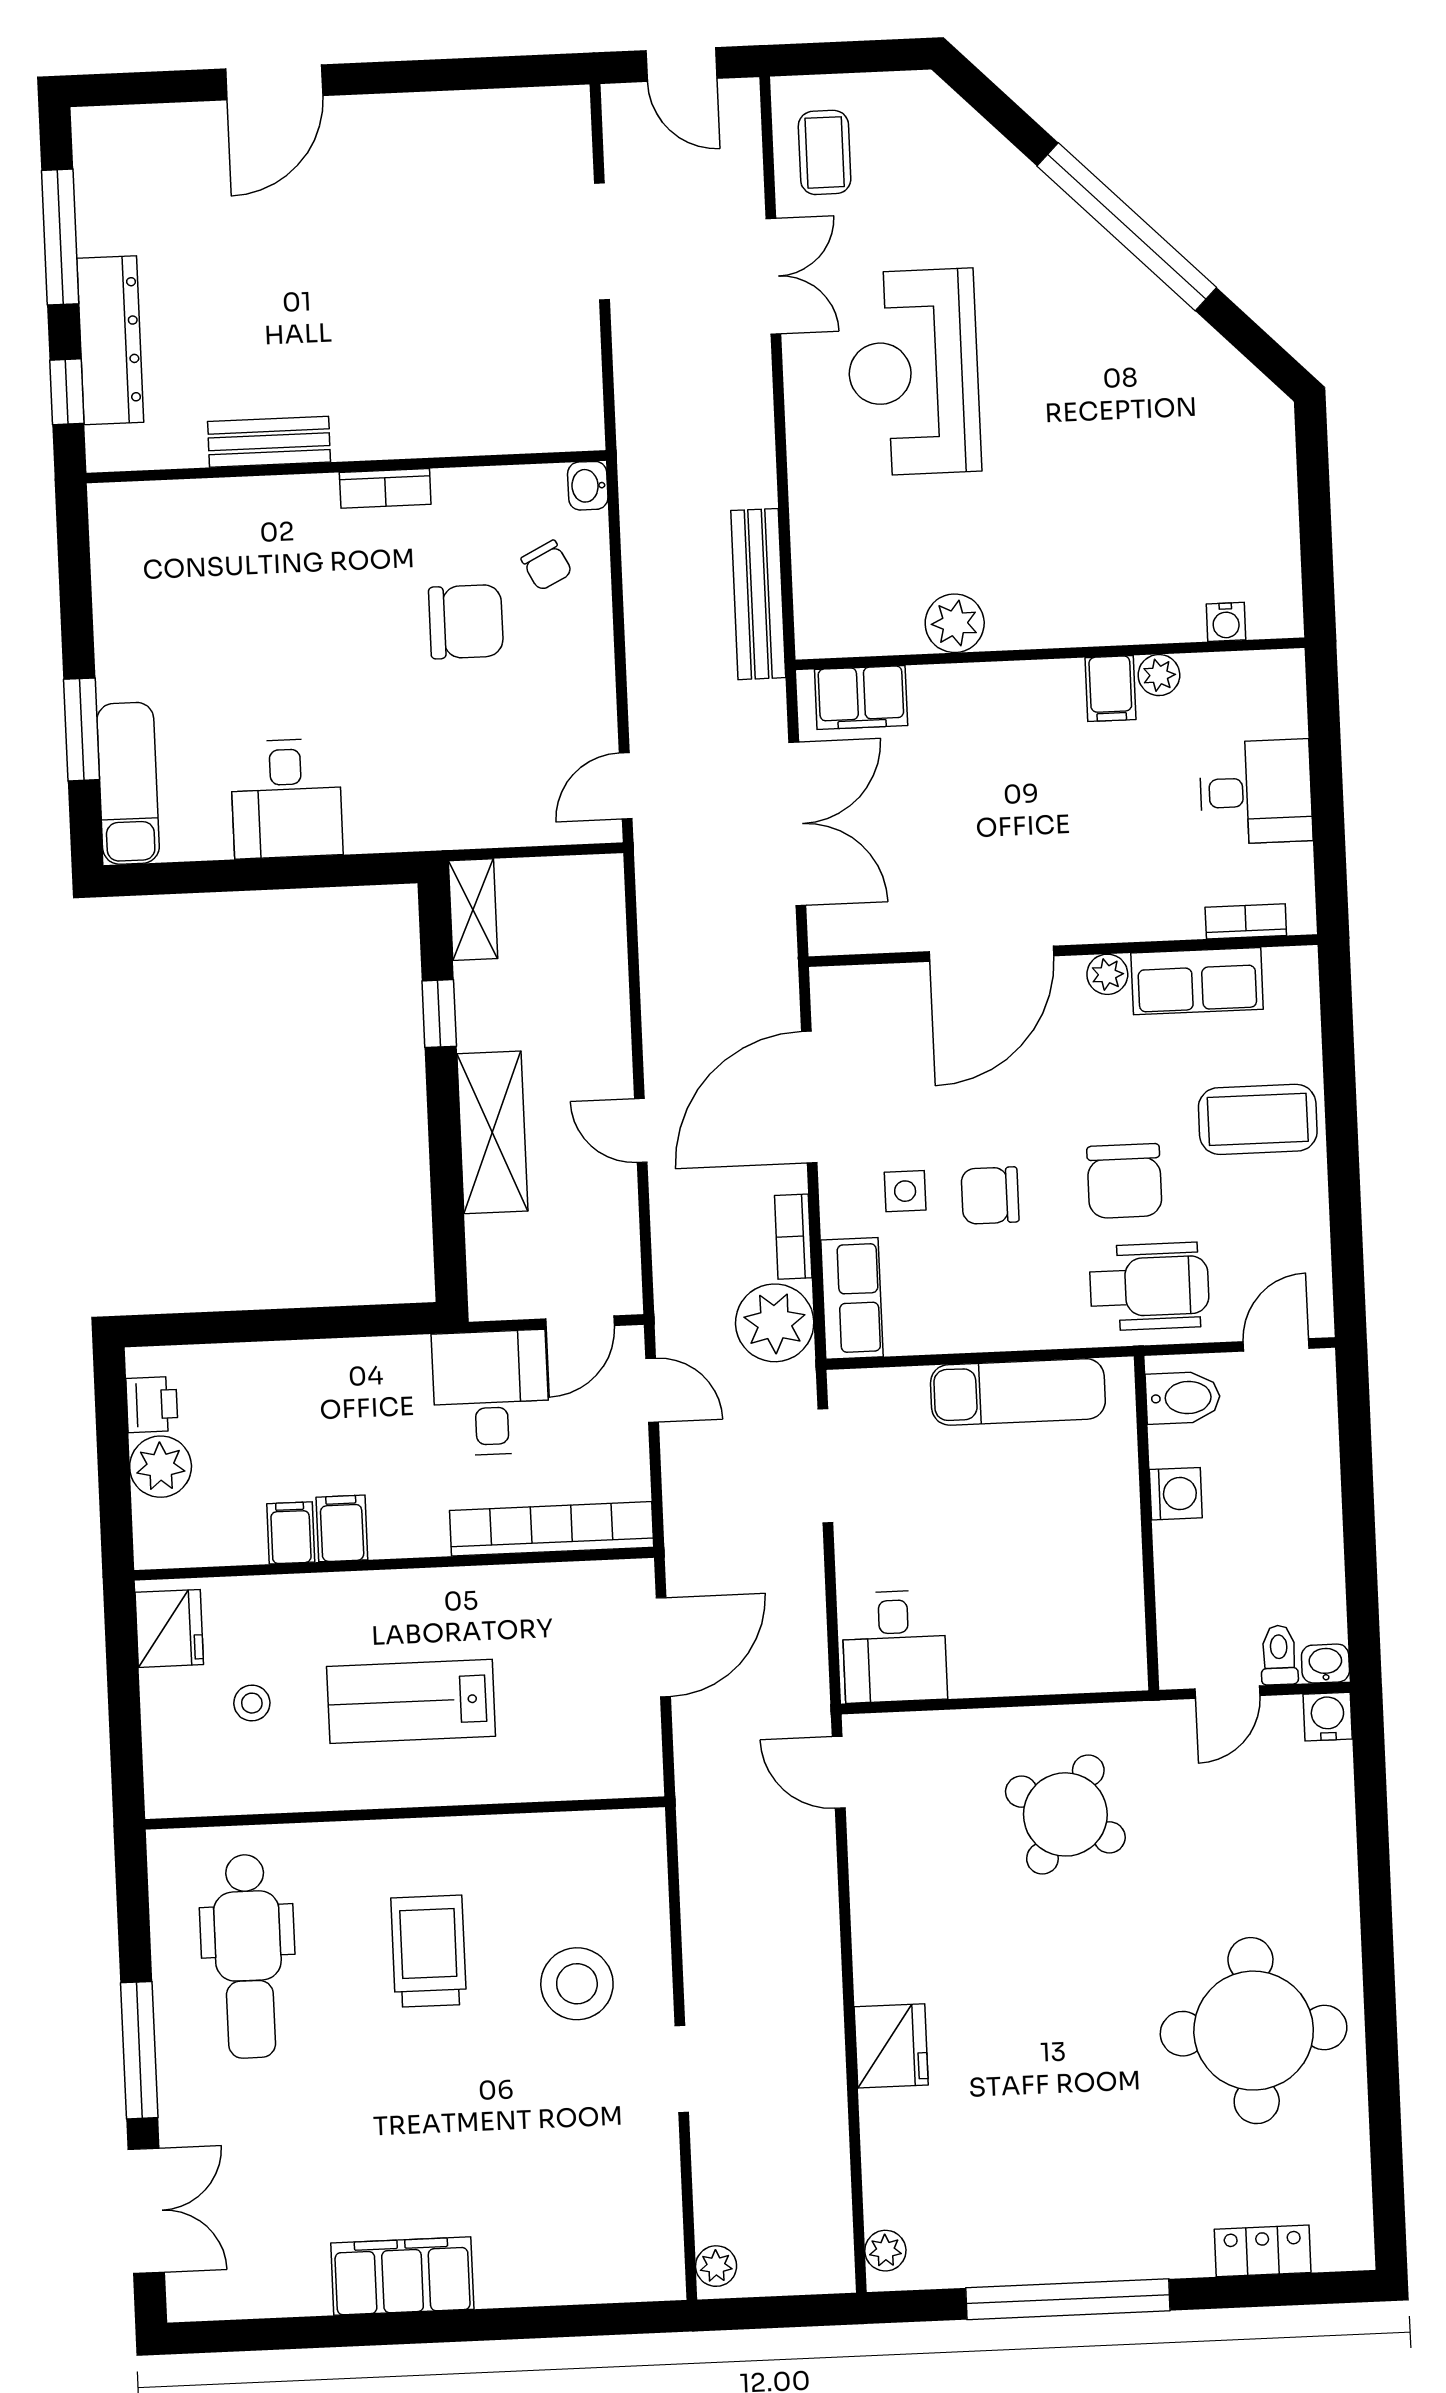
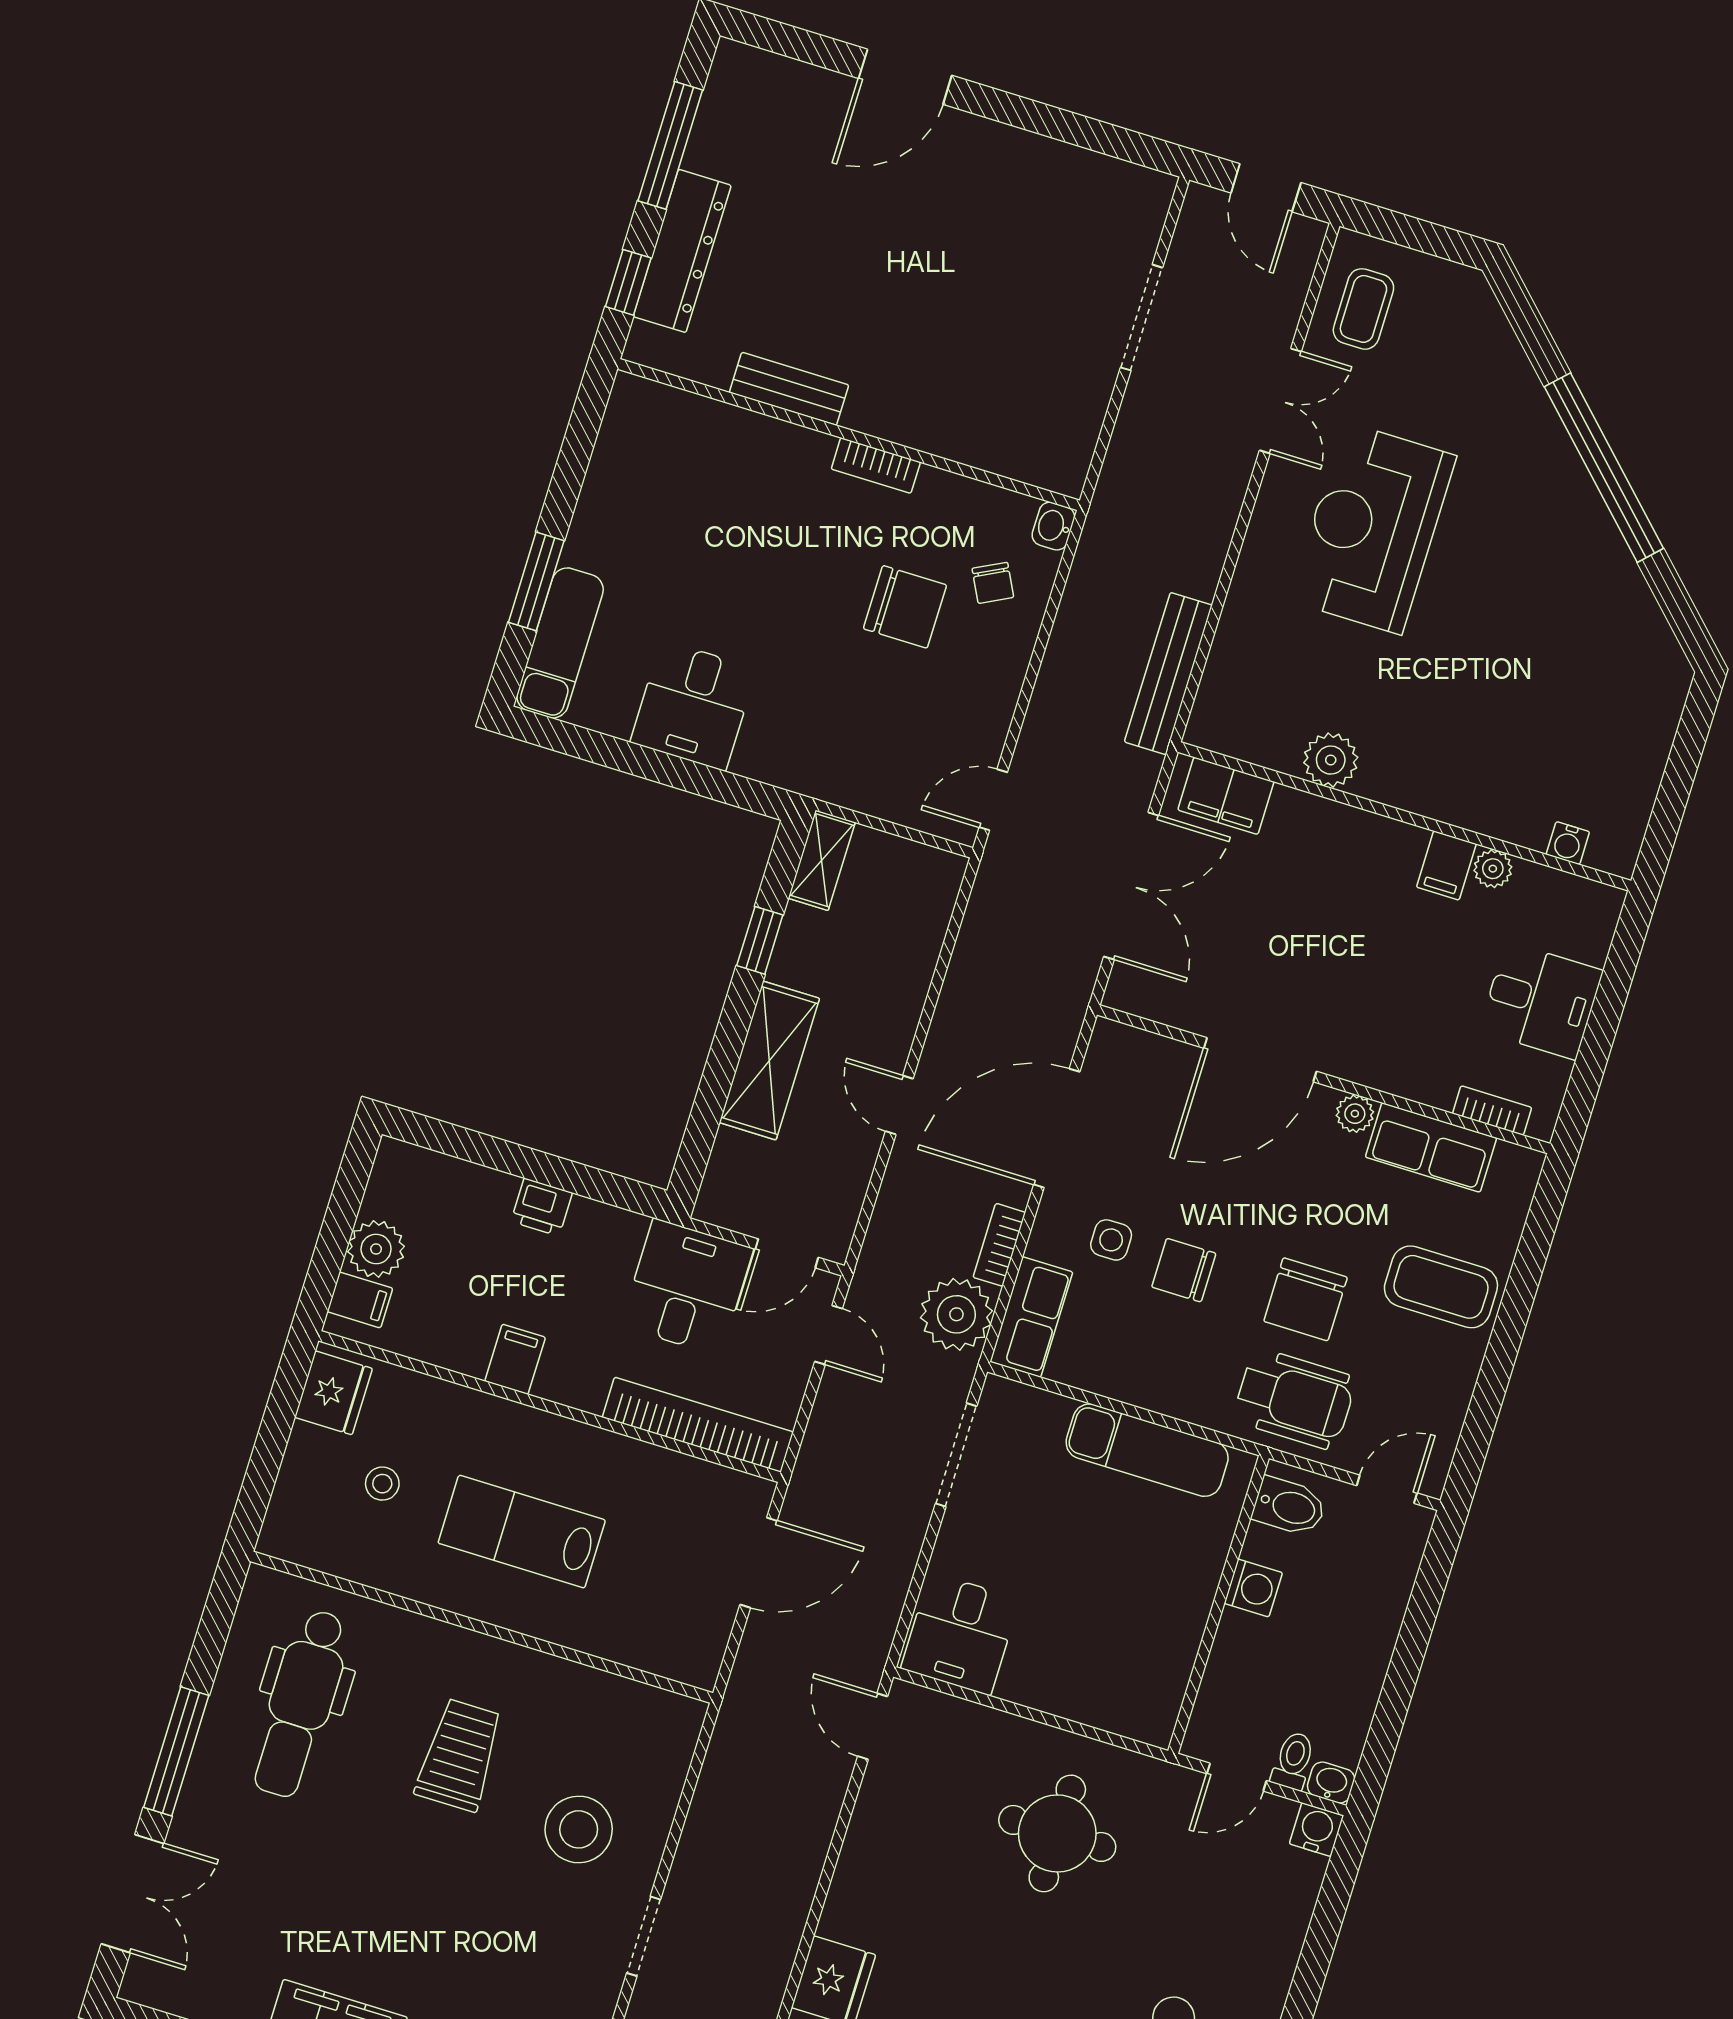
printer: (152, 1405) -> (542, 1207), moved, turned 90
filing cabinet: (291, 1533) -> (360, 1300), moved, turned 90
round table: (1065, 1814) -> (1057, 1833), turned -30

